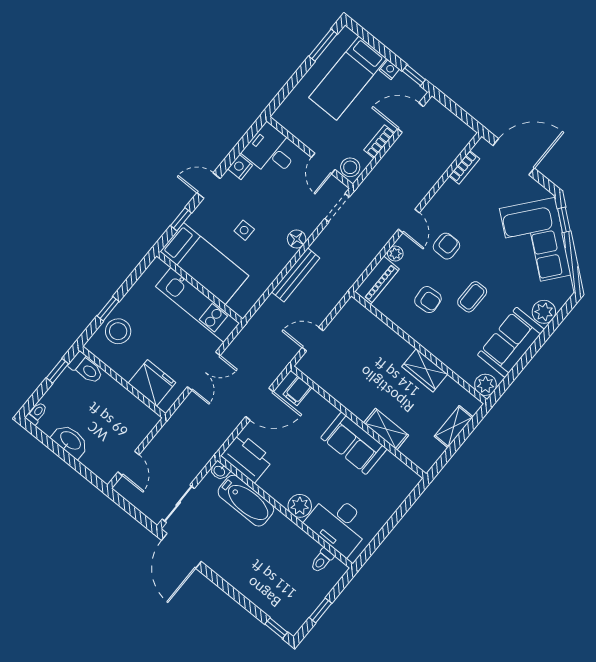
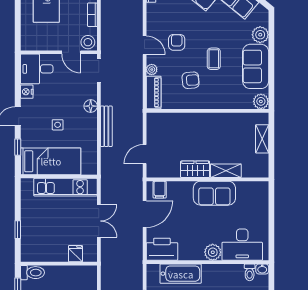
stool: (118, 331) -> (33, 238), removed
wardrobe: (425, 370) -> (195, 169), moved, turned 180
fridge: (152, 383) -> (75, 254), width x0.53, depth x0.75
washbasin: (220, 471) -> (262, 269), moved

